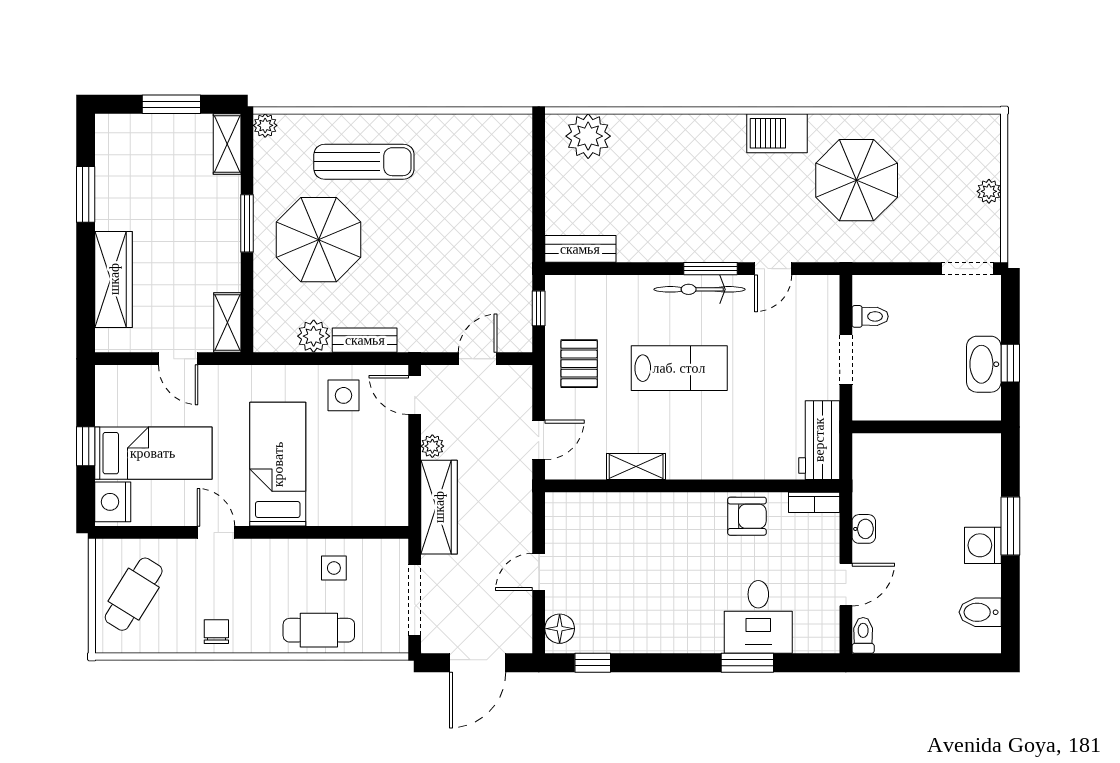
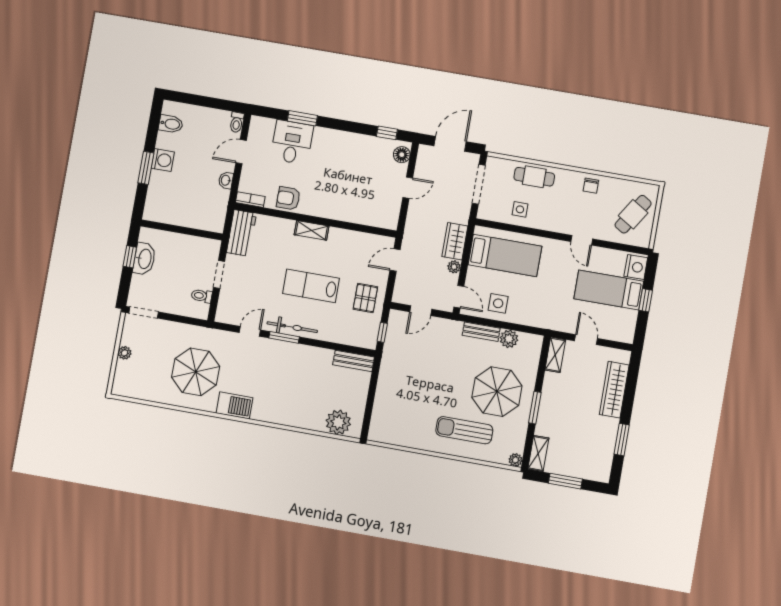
bed: (278, 464) -> (505, 255), moved, turned -90
shelving: (636, 466) -> (312, 230), moved
wardrobe: (439, 507) -> (455, 241), width x0.67

